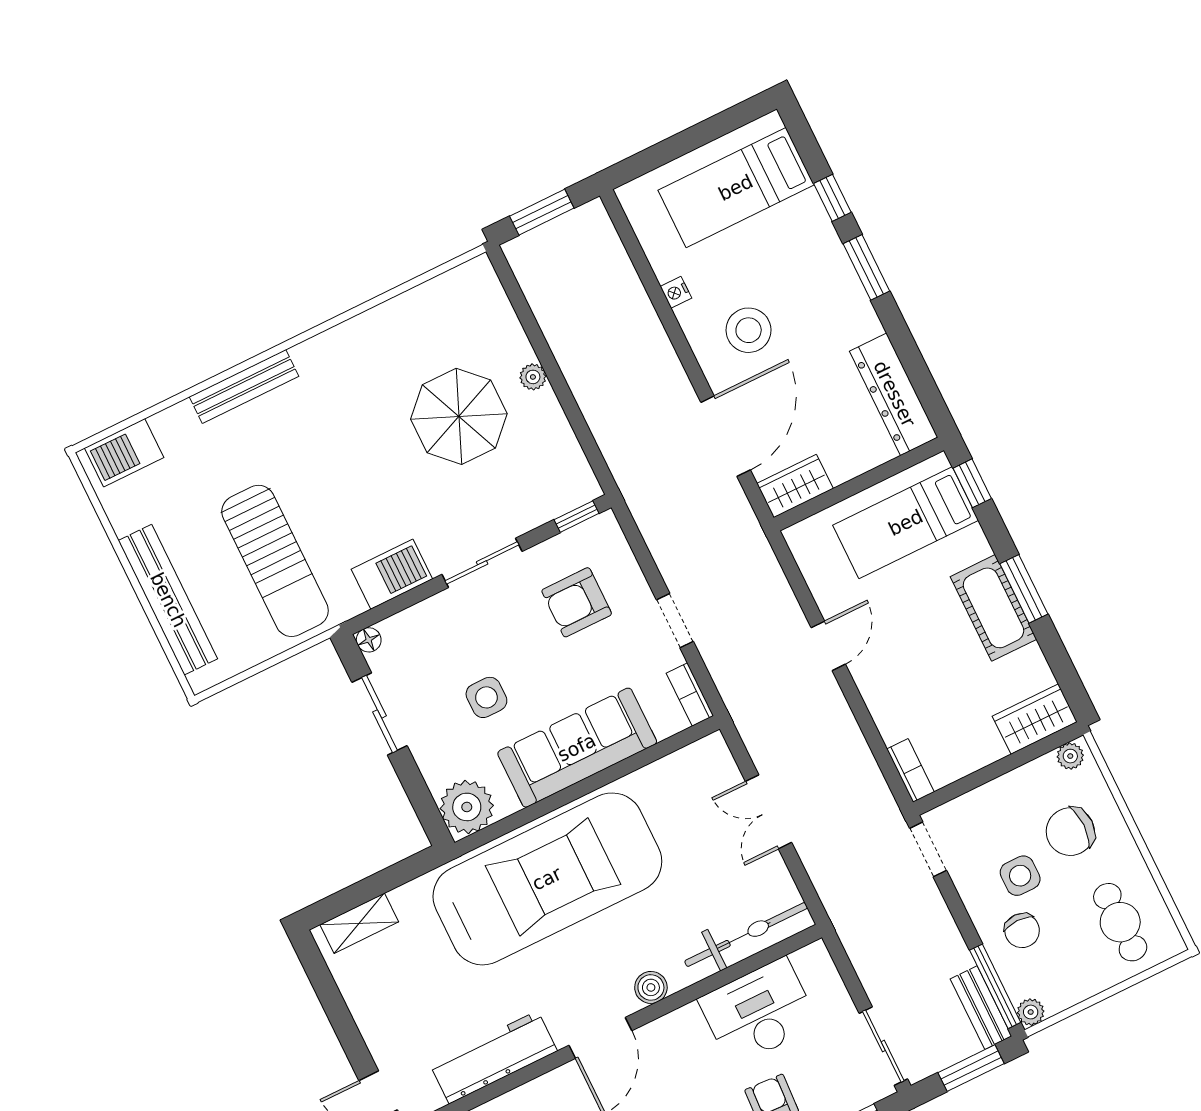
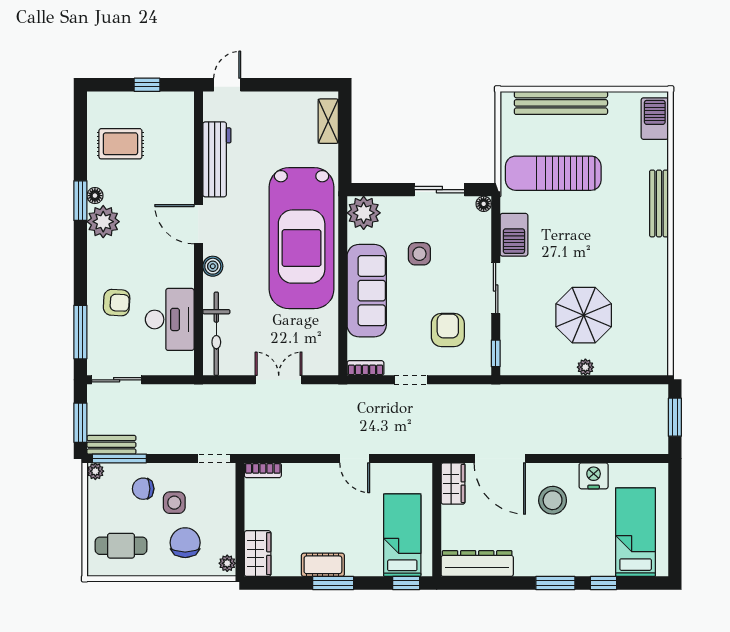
nightstand: (676, 292) -> (594, 476), width x1.89, depth x1.79
cot: (993, 608) -> (323, 565), width x0.73, depth x0.75

